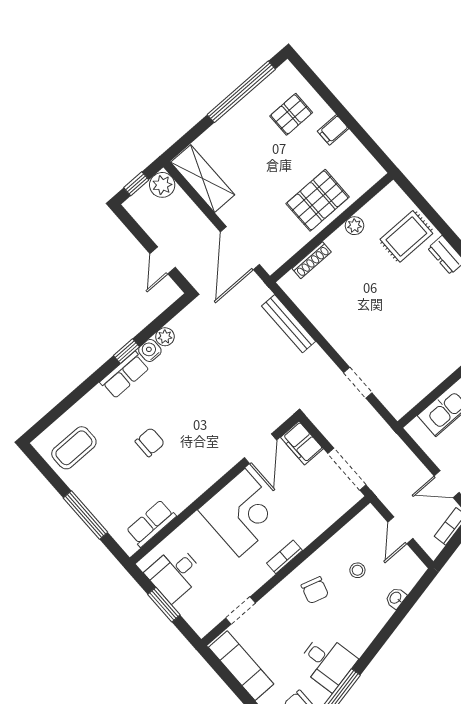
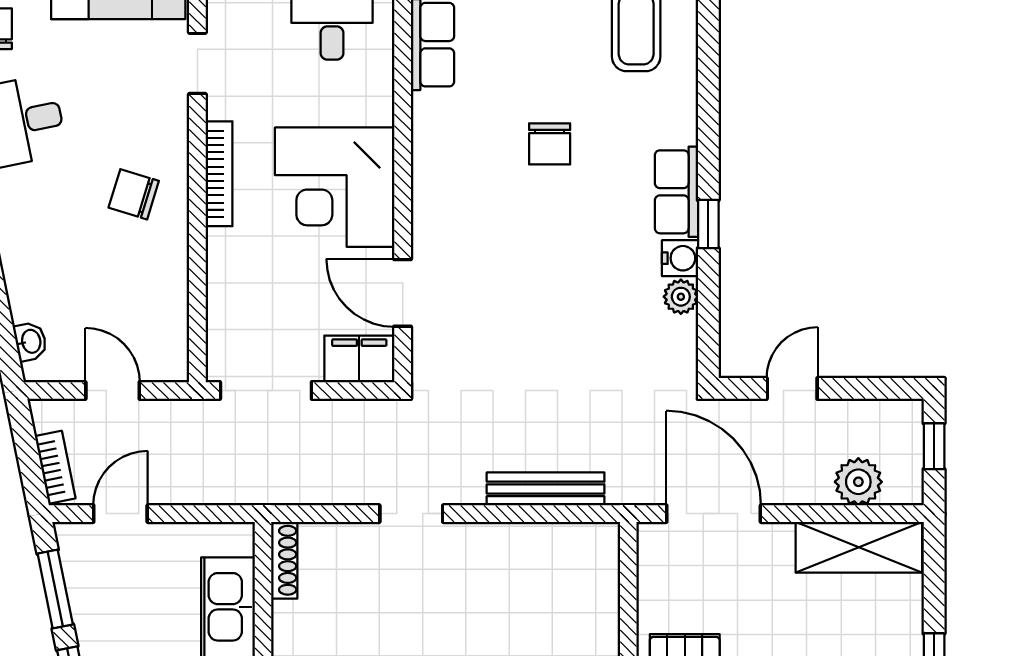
plant: (162, 185) -> (858, 482), moved
door: (163, 260) -> (792, 388), hinge flipped
shoe rack: (312, 260) -> (284, 560), moved, turned 180
doorway: (358, 383) -> (411, 514), moved
bookcase: (284, 557) -> (219, 174), width x1.56
stool: (357, 570) -> (109, 280), removed
washbasin: (396, 598) -> (30, 341), moved

